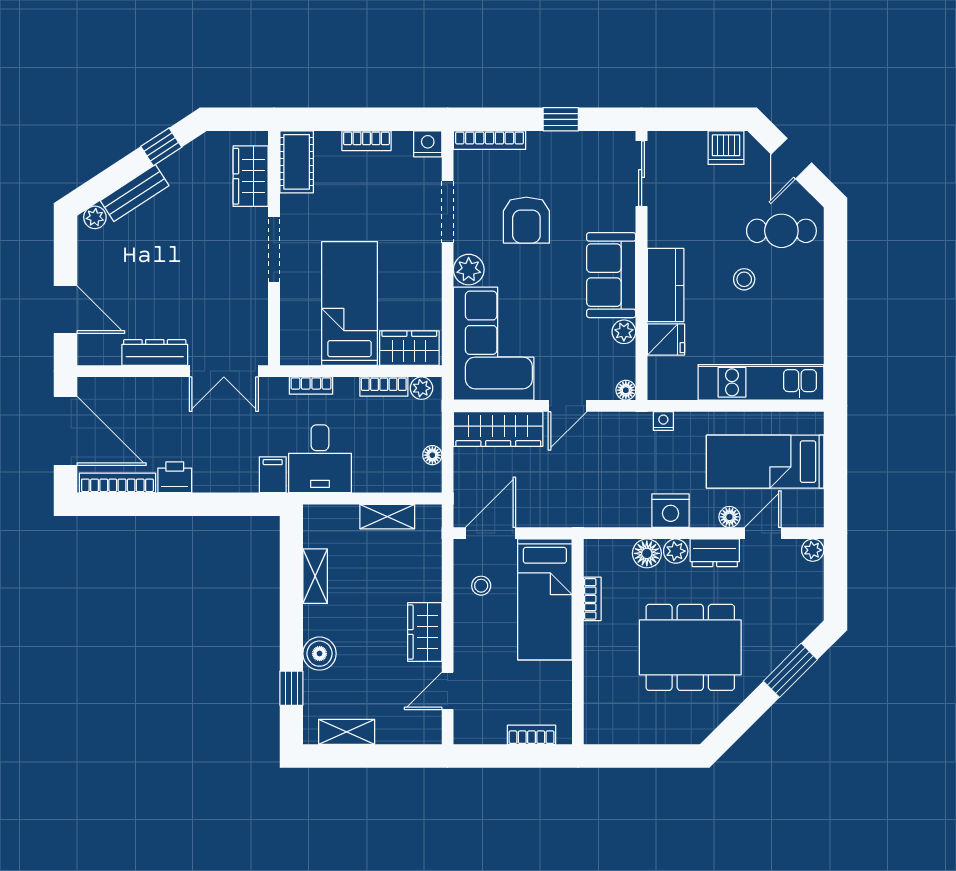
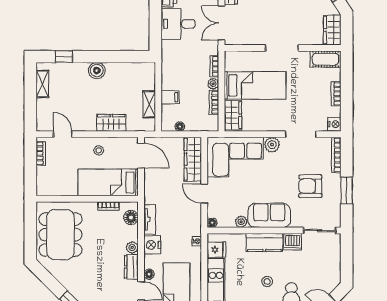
window: (561, 119) -> (347, 190), width x1.50
dishwasher: (726, 148) -> (293, 242), moved, turned -90
wardrobe: (251, 176) -> (332, 30), moved, turned -90
armchair: (526, 220) -> (310, 186), moved
fridge: (666, 340) -> (216, 250), moved, turned -90
plant: (421, 388) -> (213, 84), moved
desk: (320, 459) -> (178, 24), moved
filing cabinet: (273, 475) -> (170, 97), moved
tv unit: (619, 516) -> (150, 219), added
floor lamp: (647, 553) -> (131, 217), moved
shelving: (315, 576) -> (120, 68), removed
stool: (481, 586) -> (99, 150), moved
wardrobe: (425, 632) -> (111, 123), moved
dining table: (690, 647) -> (60, 235), moved
boiler: (320, 654) -> (97, 71), moved
bookcase: (532, 735) -> (41, 153), moved

